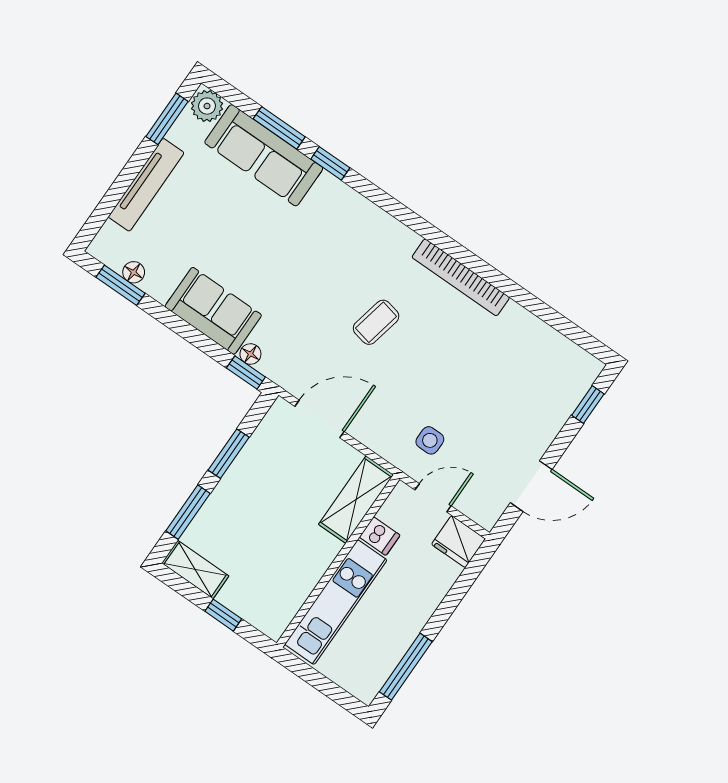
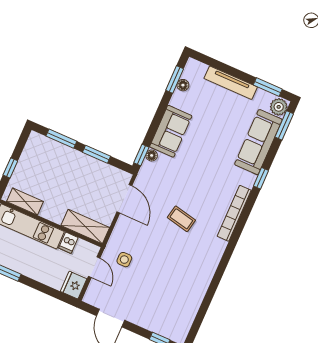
window: (279, 128) -> (284, 125), moved
bookcase: (461, 277) -> (234, 213), moved
shelving: (195, 569) -> (25, 201), moved, turned 90

